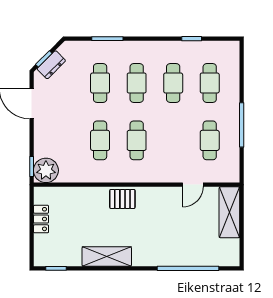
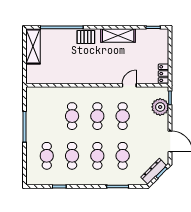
dresser: (51, 65) -> (154, 171), width x1.44
cafe table: (210, 140) -> (72, 116), moved
plant: (46, 170) -> (160, 107), moved
door: (193, 185) -> (129, 85), moved
pallet: (122, 199) -> (86, 37), moved
shelving: (229, 212) -> (33, 46), moved
locker: (41, 219) -> (164, 74), moved

